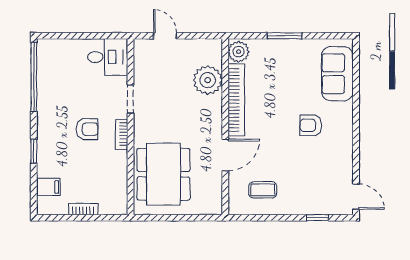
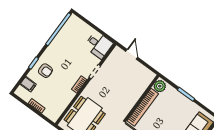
plant: (208, 80) -> (136, 89), removed
armchair: (87, 129) -> (45, 71), moved

